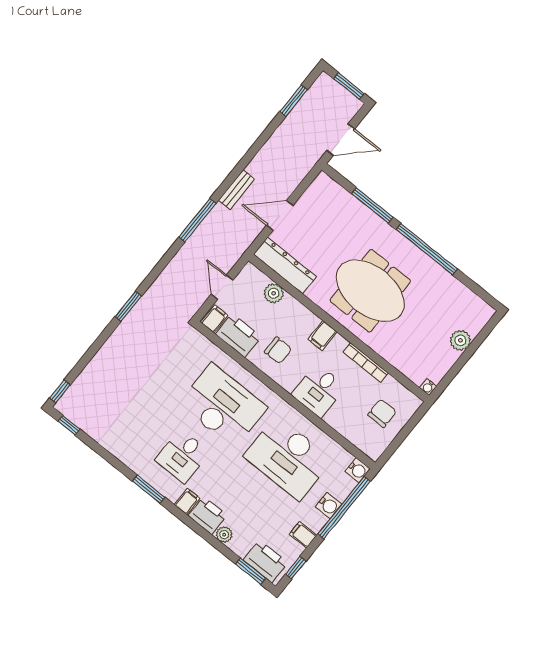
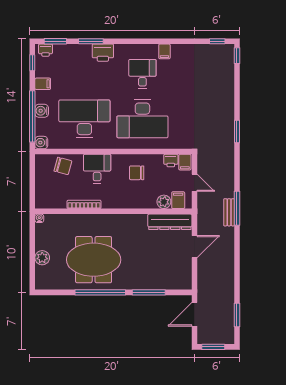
bench: (237, 190) -> (229, 212), moved
meeting table: (370, 291) -> (94, 260), moved
printer: (238, 335) -> (171, 161), width x0.53, depth x0.68
filing cabinet: (323, 336) -> (178, 200), moved
chair: (382, 413) -> (63, 166), moved, turned -75
window: (149, 489) -> (91, 41), moved
filing cabinet: (187, 501) -> (164, 51), moved
plant: (224, 535) -> (86, 50), removed
printer: (266, 561) -> (46, 50), width x0.53, depth x0.68

